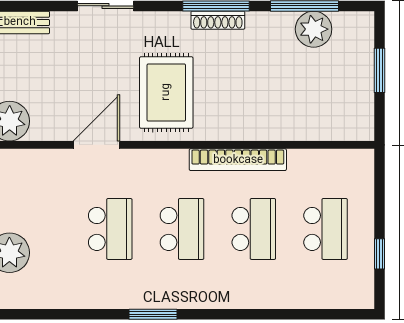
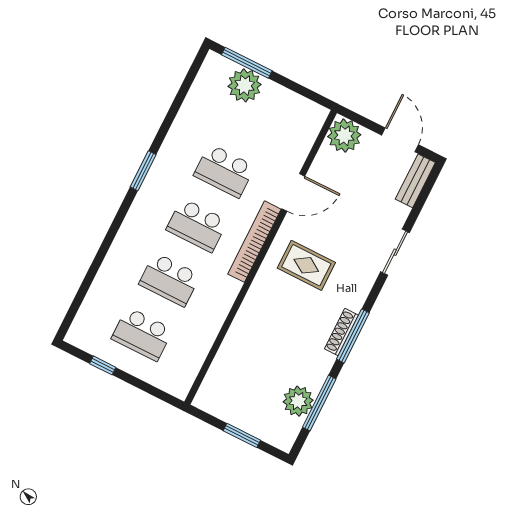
rug: (166, 92) -> (306, 265), width x0.73, depth x0.70
door: (96, 145) -> (293, 192), hinge flipped
bookcase: (238, 160) -> (254, 242), moved

